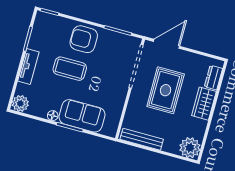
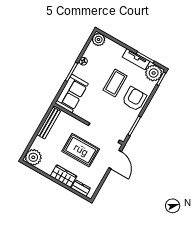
plant: (45, 23) -> (154, 73), added
tv unit: (28, 66) -> (136, 59), moved
sofa: (82, 116) -> (72, 94), moved

